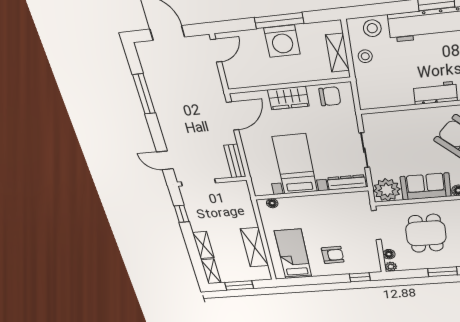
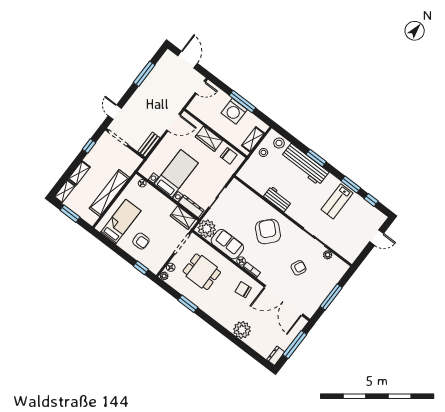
wardrobe: (350, 200) -> (183, 218), added
dining table: (426, 233) -> (202, 272), turned 90
shelving: (255, 247) -> (109, 193), width x1.47

